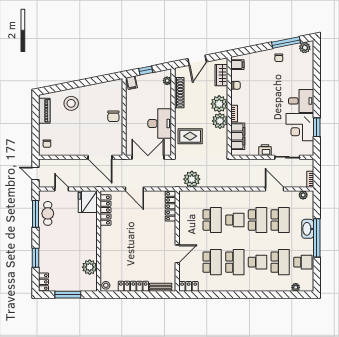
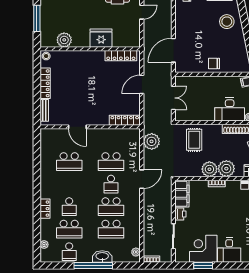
desk: (160, 124) -> (230, 109), moved
filing cabinet: (238, 136) -> (182, 194), moved, turned -90
double door: (148, 157) -> (173, 98), width x0.73
door: (275, 189) -> (142, 179), moved
fridge: (88, 202) -> (101, 38), moved
school desk: (235, 262) -> (69, 184), removed
locker: (189, 286) -> (45, 209), moved

